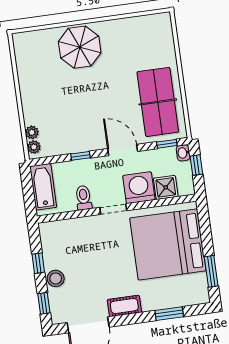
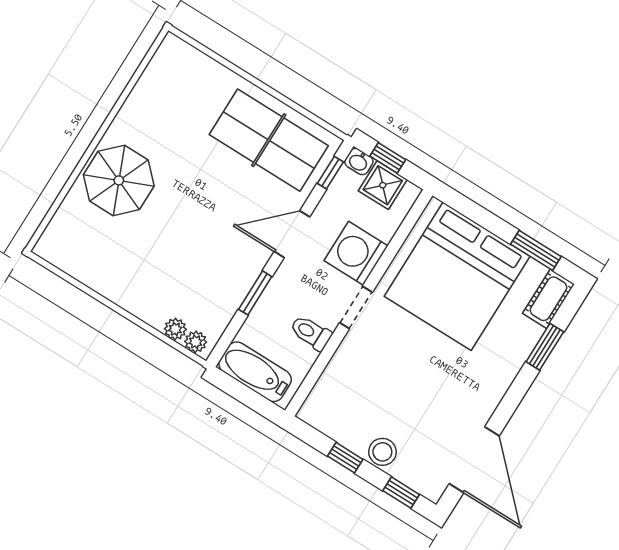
window: (80, 156) -> (255, 293), width x1.50
shower: (166, 187) -> (383, 185), moved
cot: (124, 306) -> (549, 299), moved

